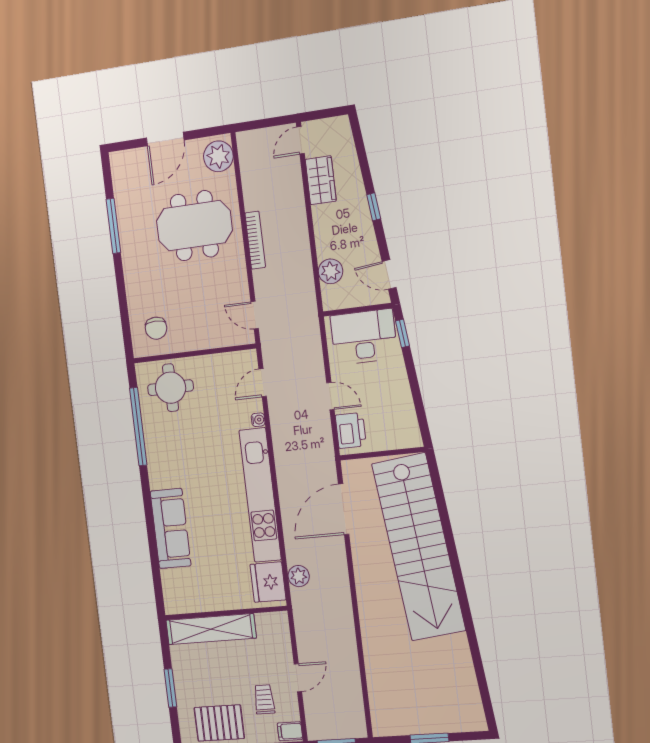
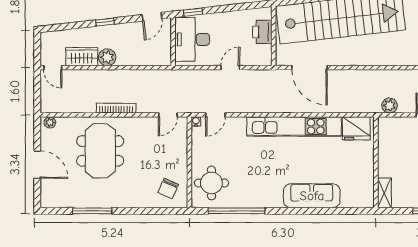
plant: (218, 156) -> (50, 122), width x0.53, depth x0.53
plant: (331, 271) -> (107, 57), moved
chair: (156, 328) -> (168, 188), turned 114
door: (263, 383) -> (215, 115), hinge flipped
water cooler: (258, 420) -> (196, 121), moved
printer: (351, 430) -> (262, 32), moved, turned -90
plant: (299, 576) -> (390, 106), moved
shelving: (211, 629) -> (384, 193), width x0.45, depth x0.75

